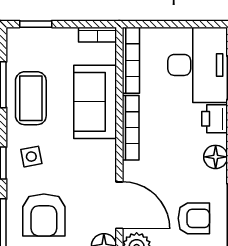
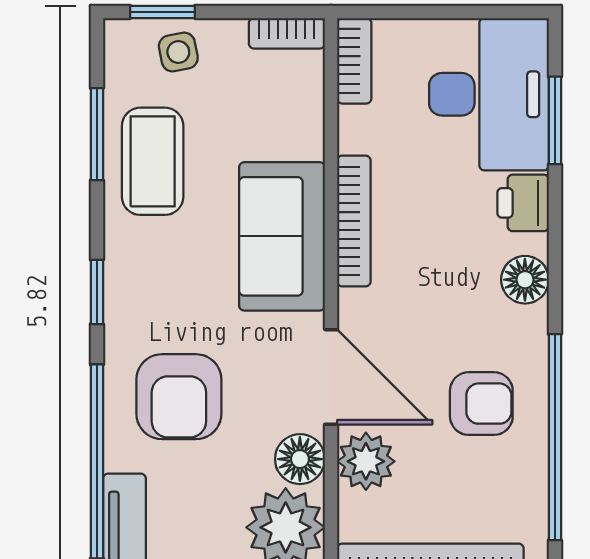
bookcase: (131, 60) -> (354, 61), width x0.64
sofa: (95, 102) -> (282, 236), moved
side table: (31, 157) -> (178, 52), moved

